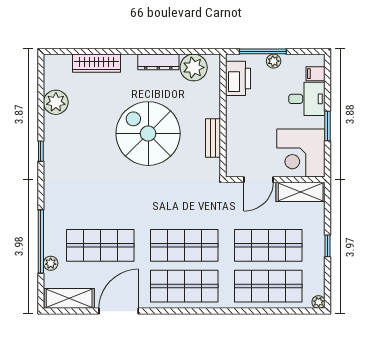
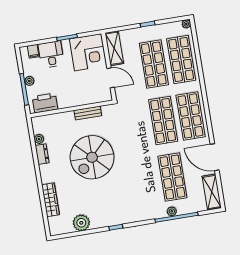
dresser: (158, 62) -> (42, 154), width x0.70
plant: (194, 67) -> (39, 139), width x0.53, depth x0.53
plant: (51, 263) -> (172, 211), moved

